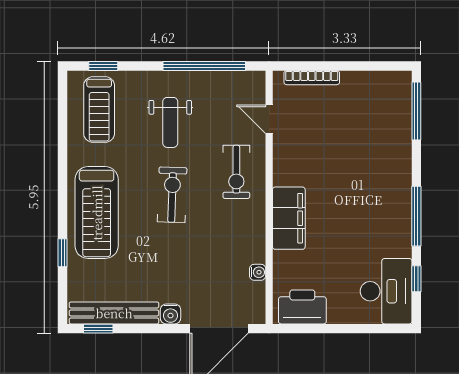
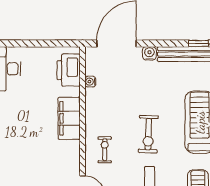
exercise bike: (236, 172) -> (105, 150), width x0.73, depth x0.72
printer: (302, 307) -> (69, 70), moved, turned 90

